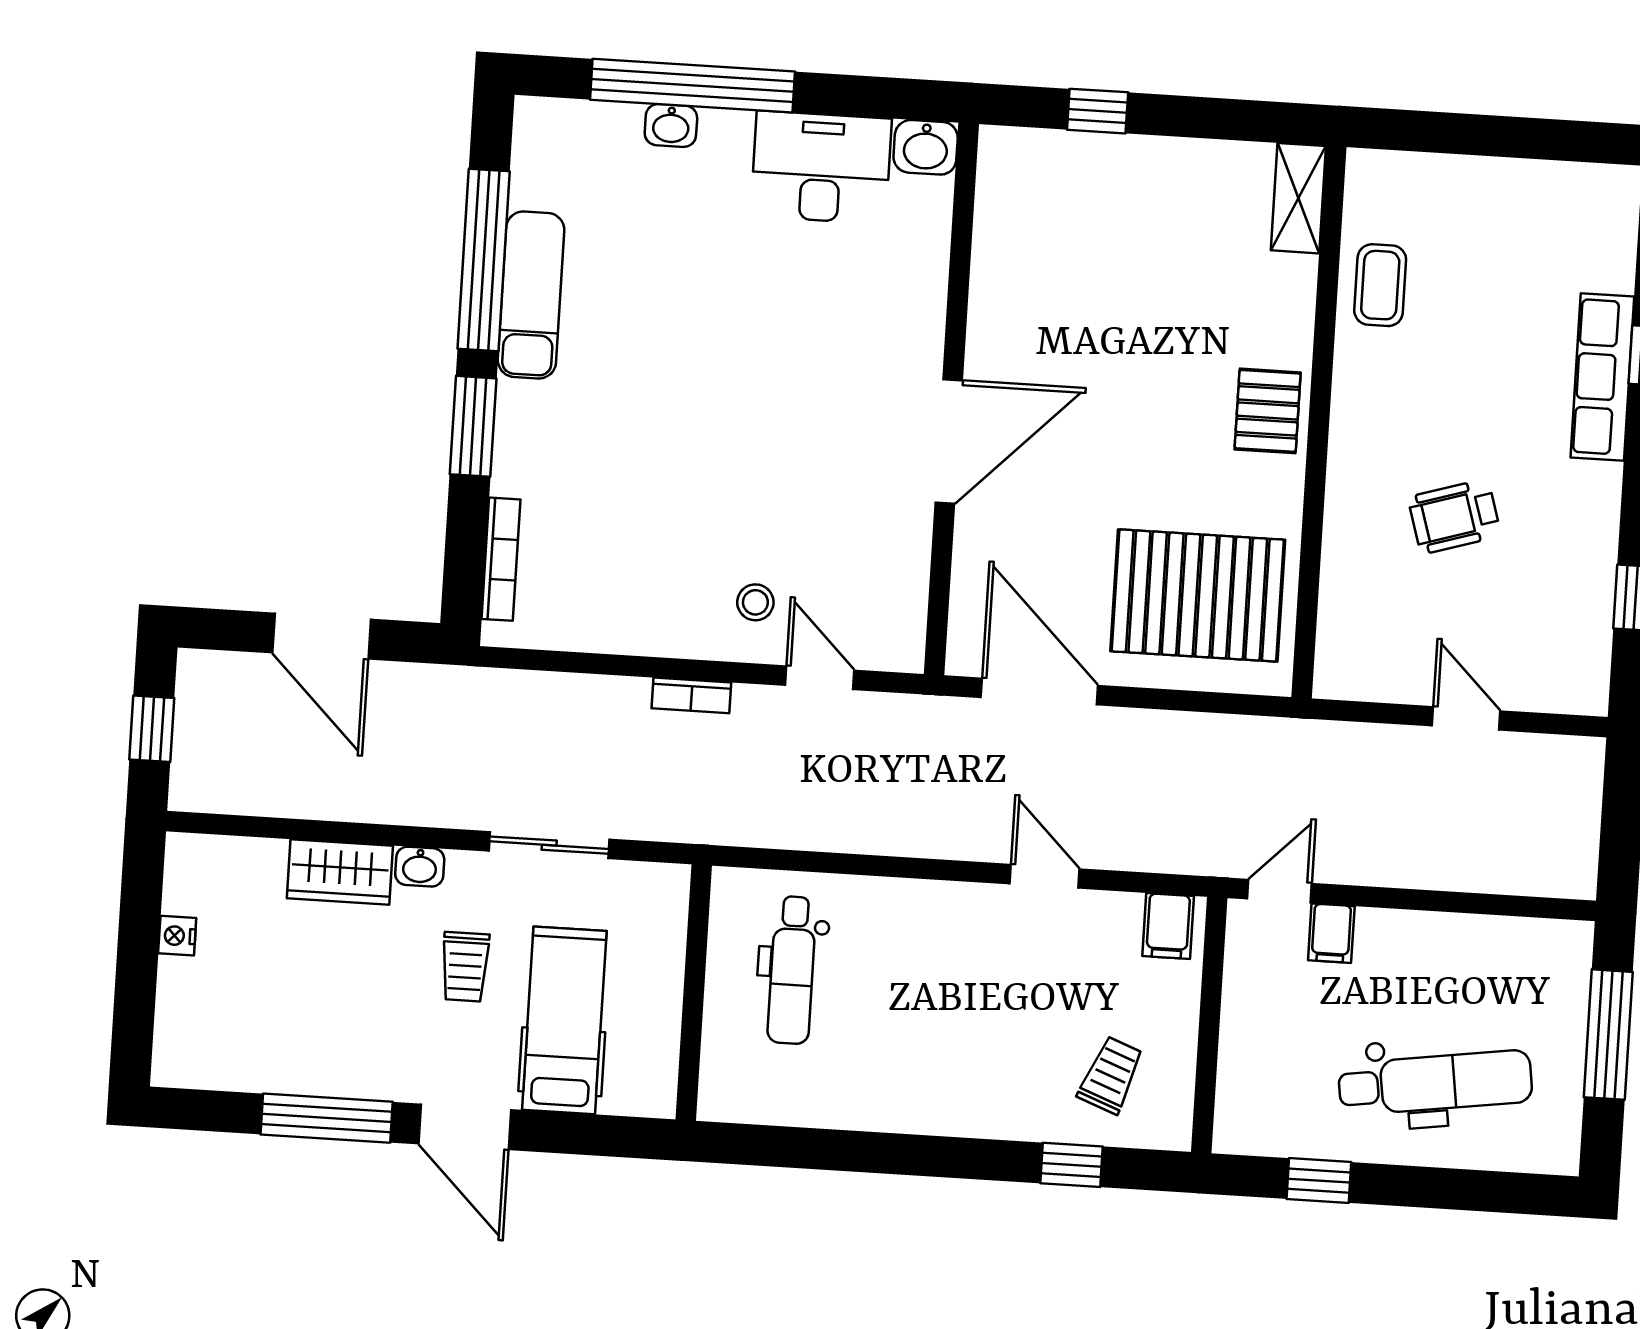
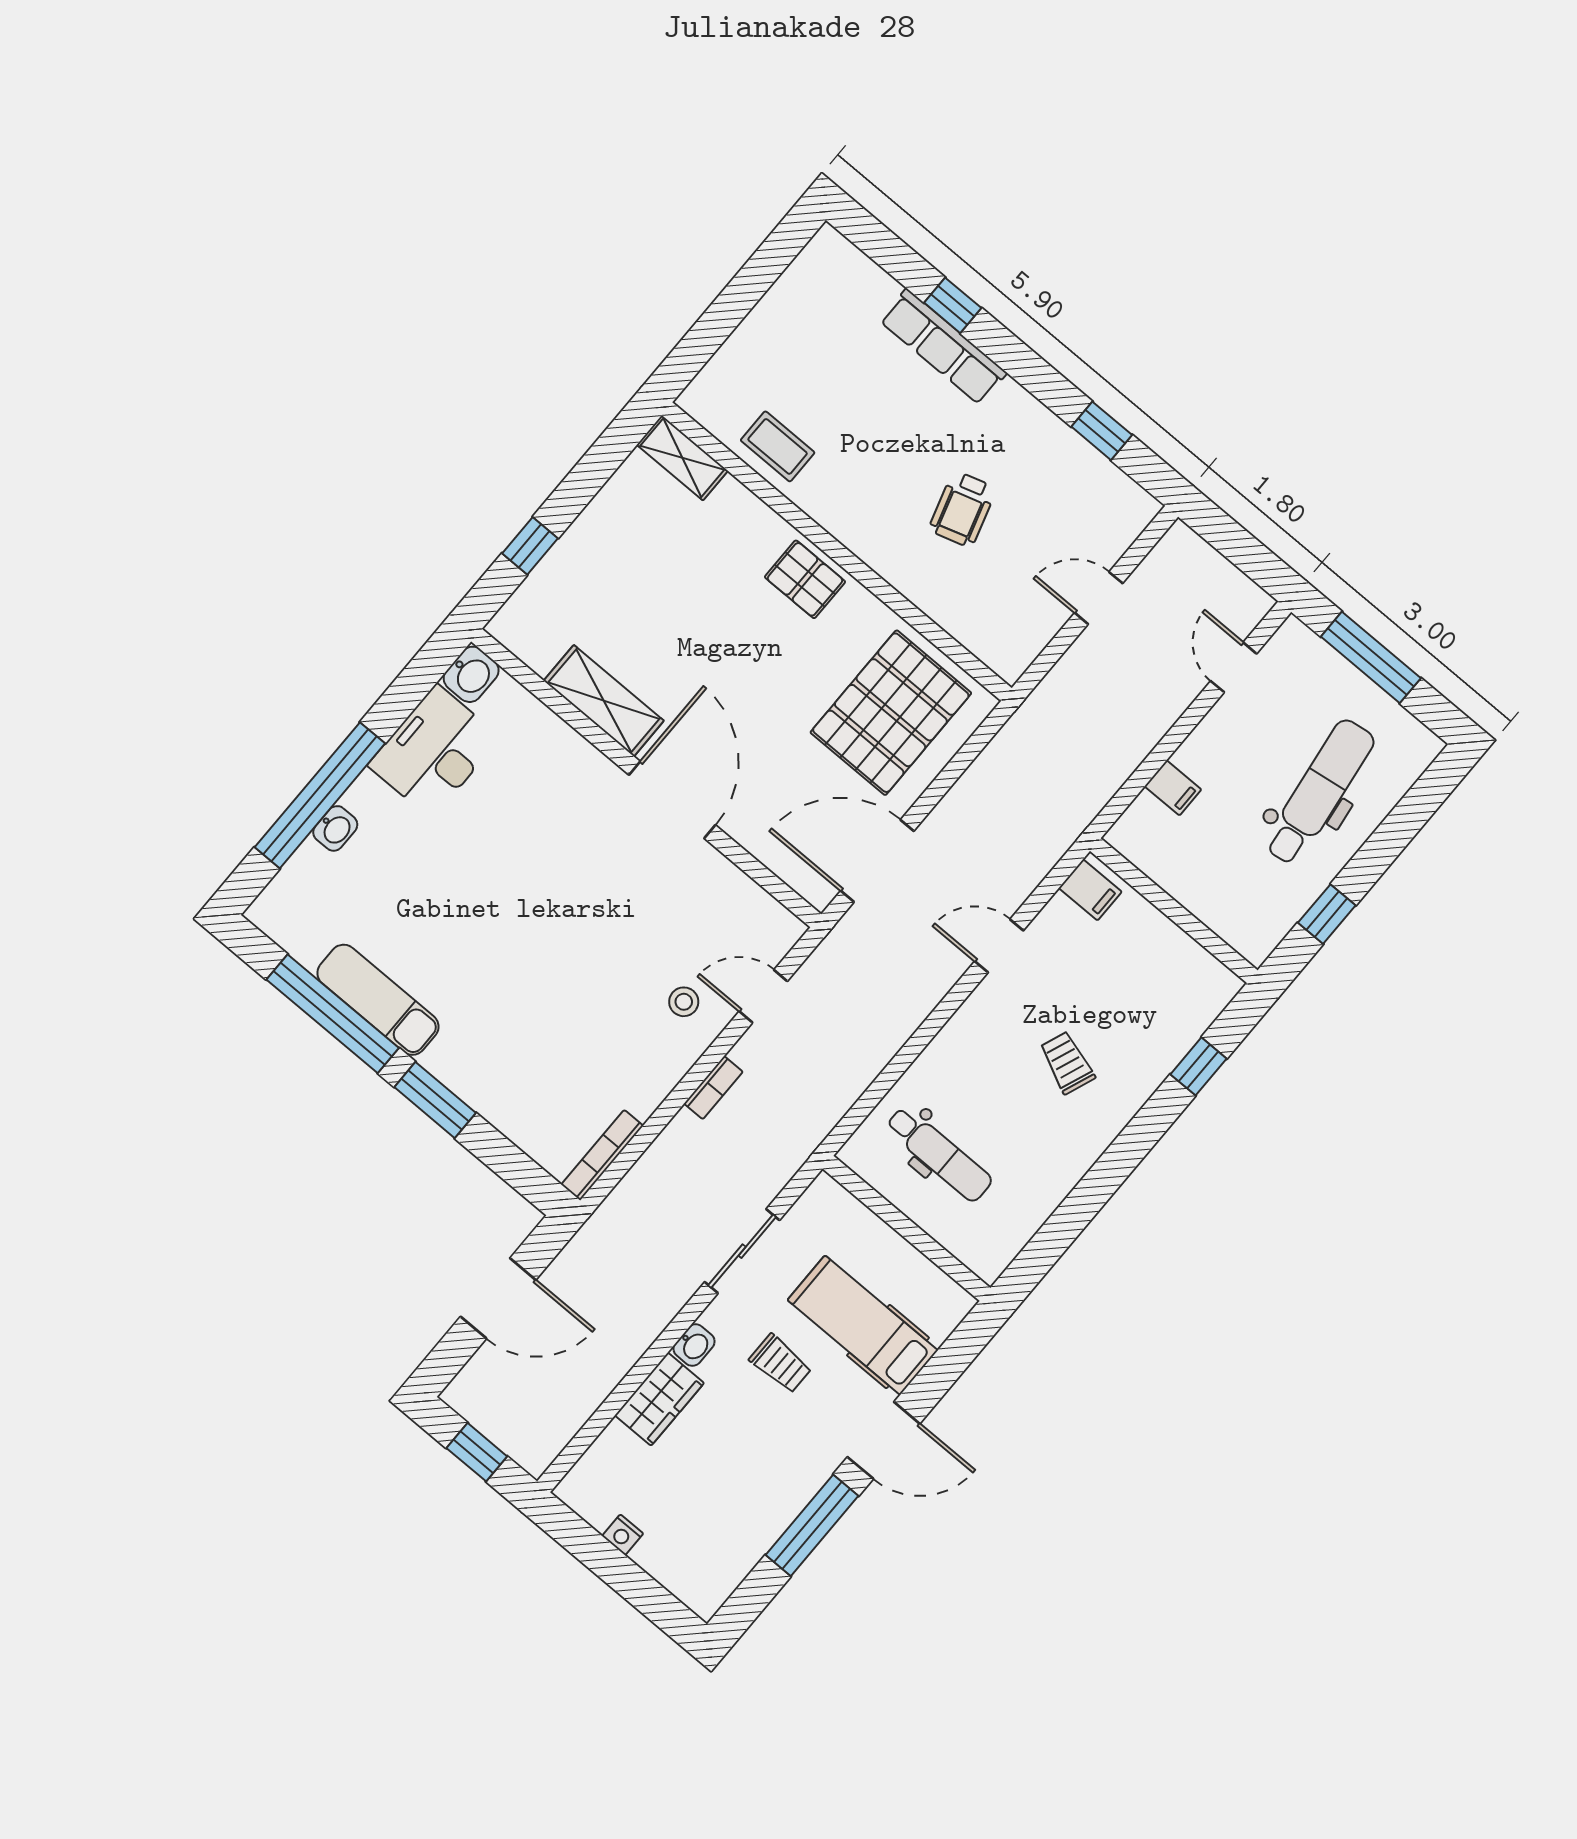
shelving: (997, 299) -> (604, 701), added
bookcase: (501, 559) -> (602, 1155), moved, turned -90
door: (1280, 891) -> (1234, 667), moved
trolley: (1111, 1075) -> (1067, 1063), moved

